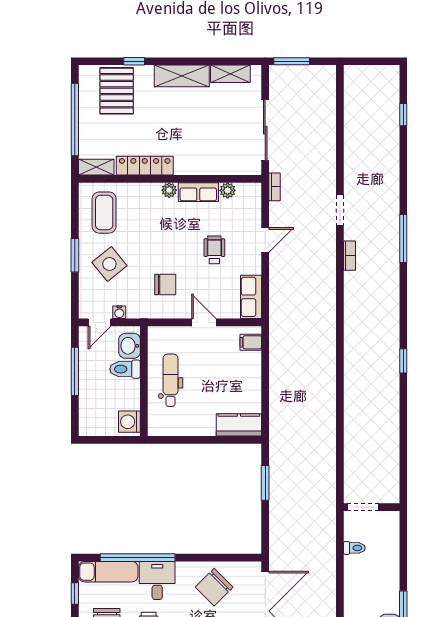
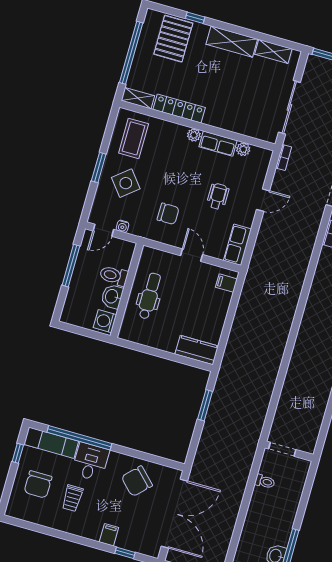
washbasin: (130, 346) -> (112, 296), moved

